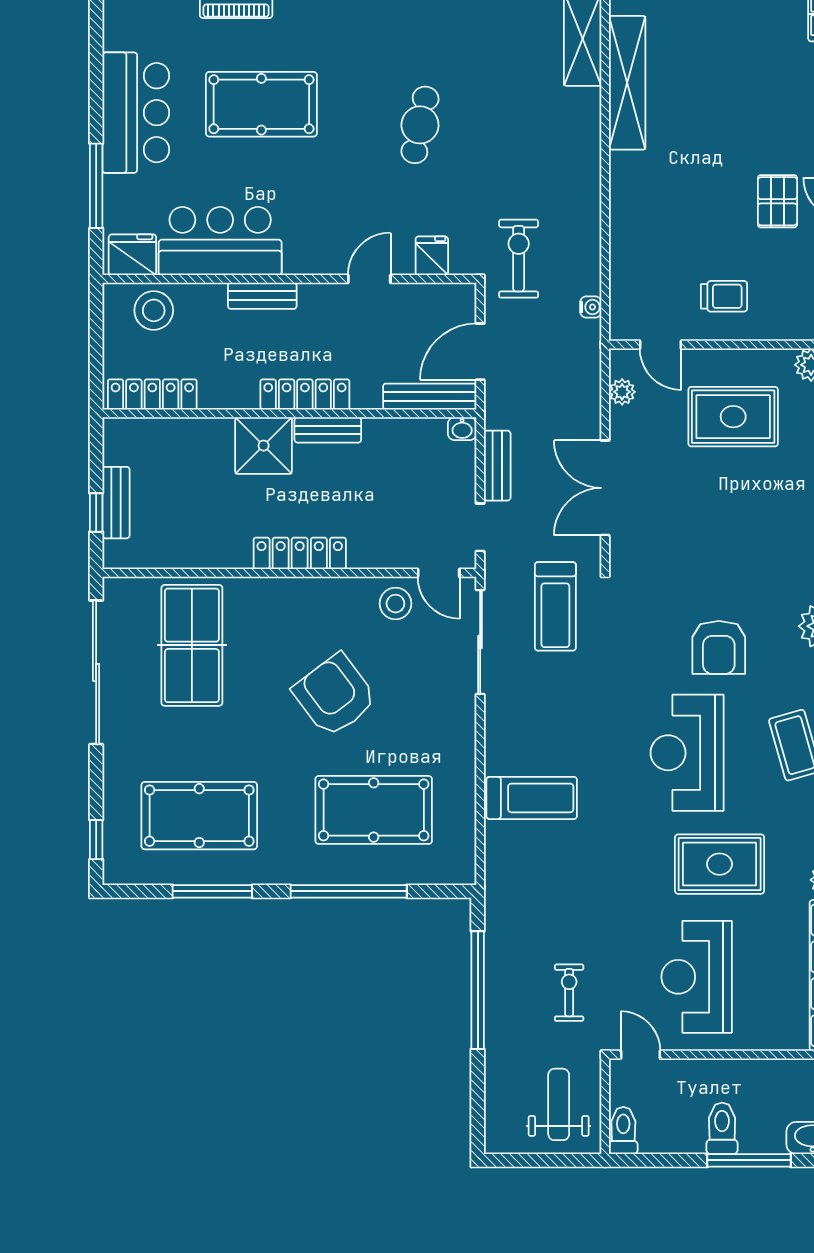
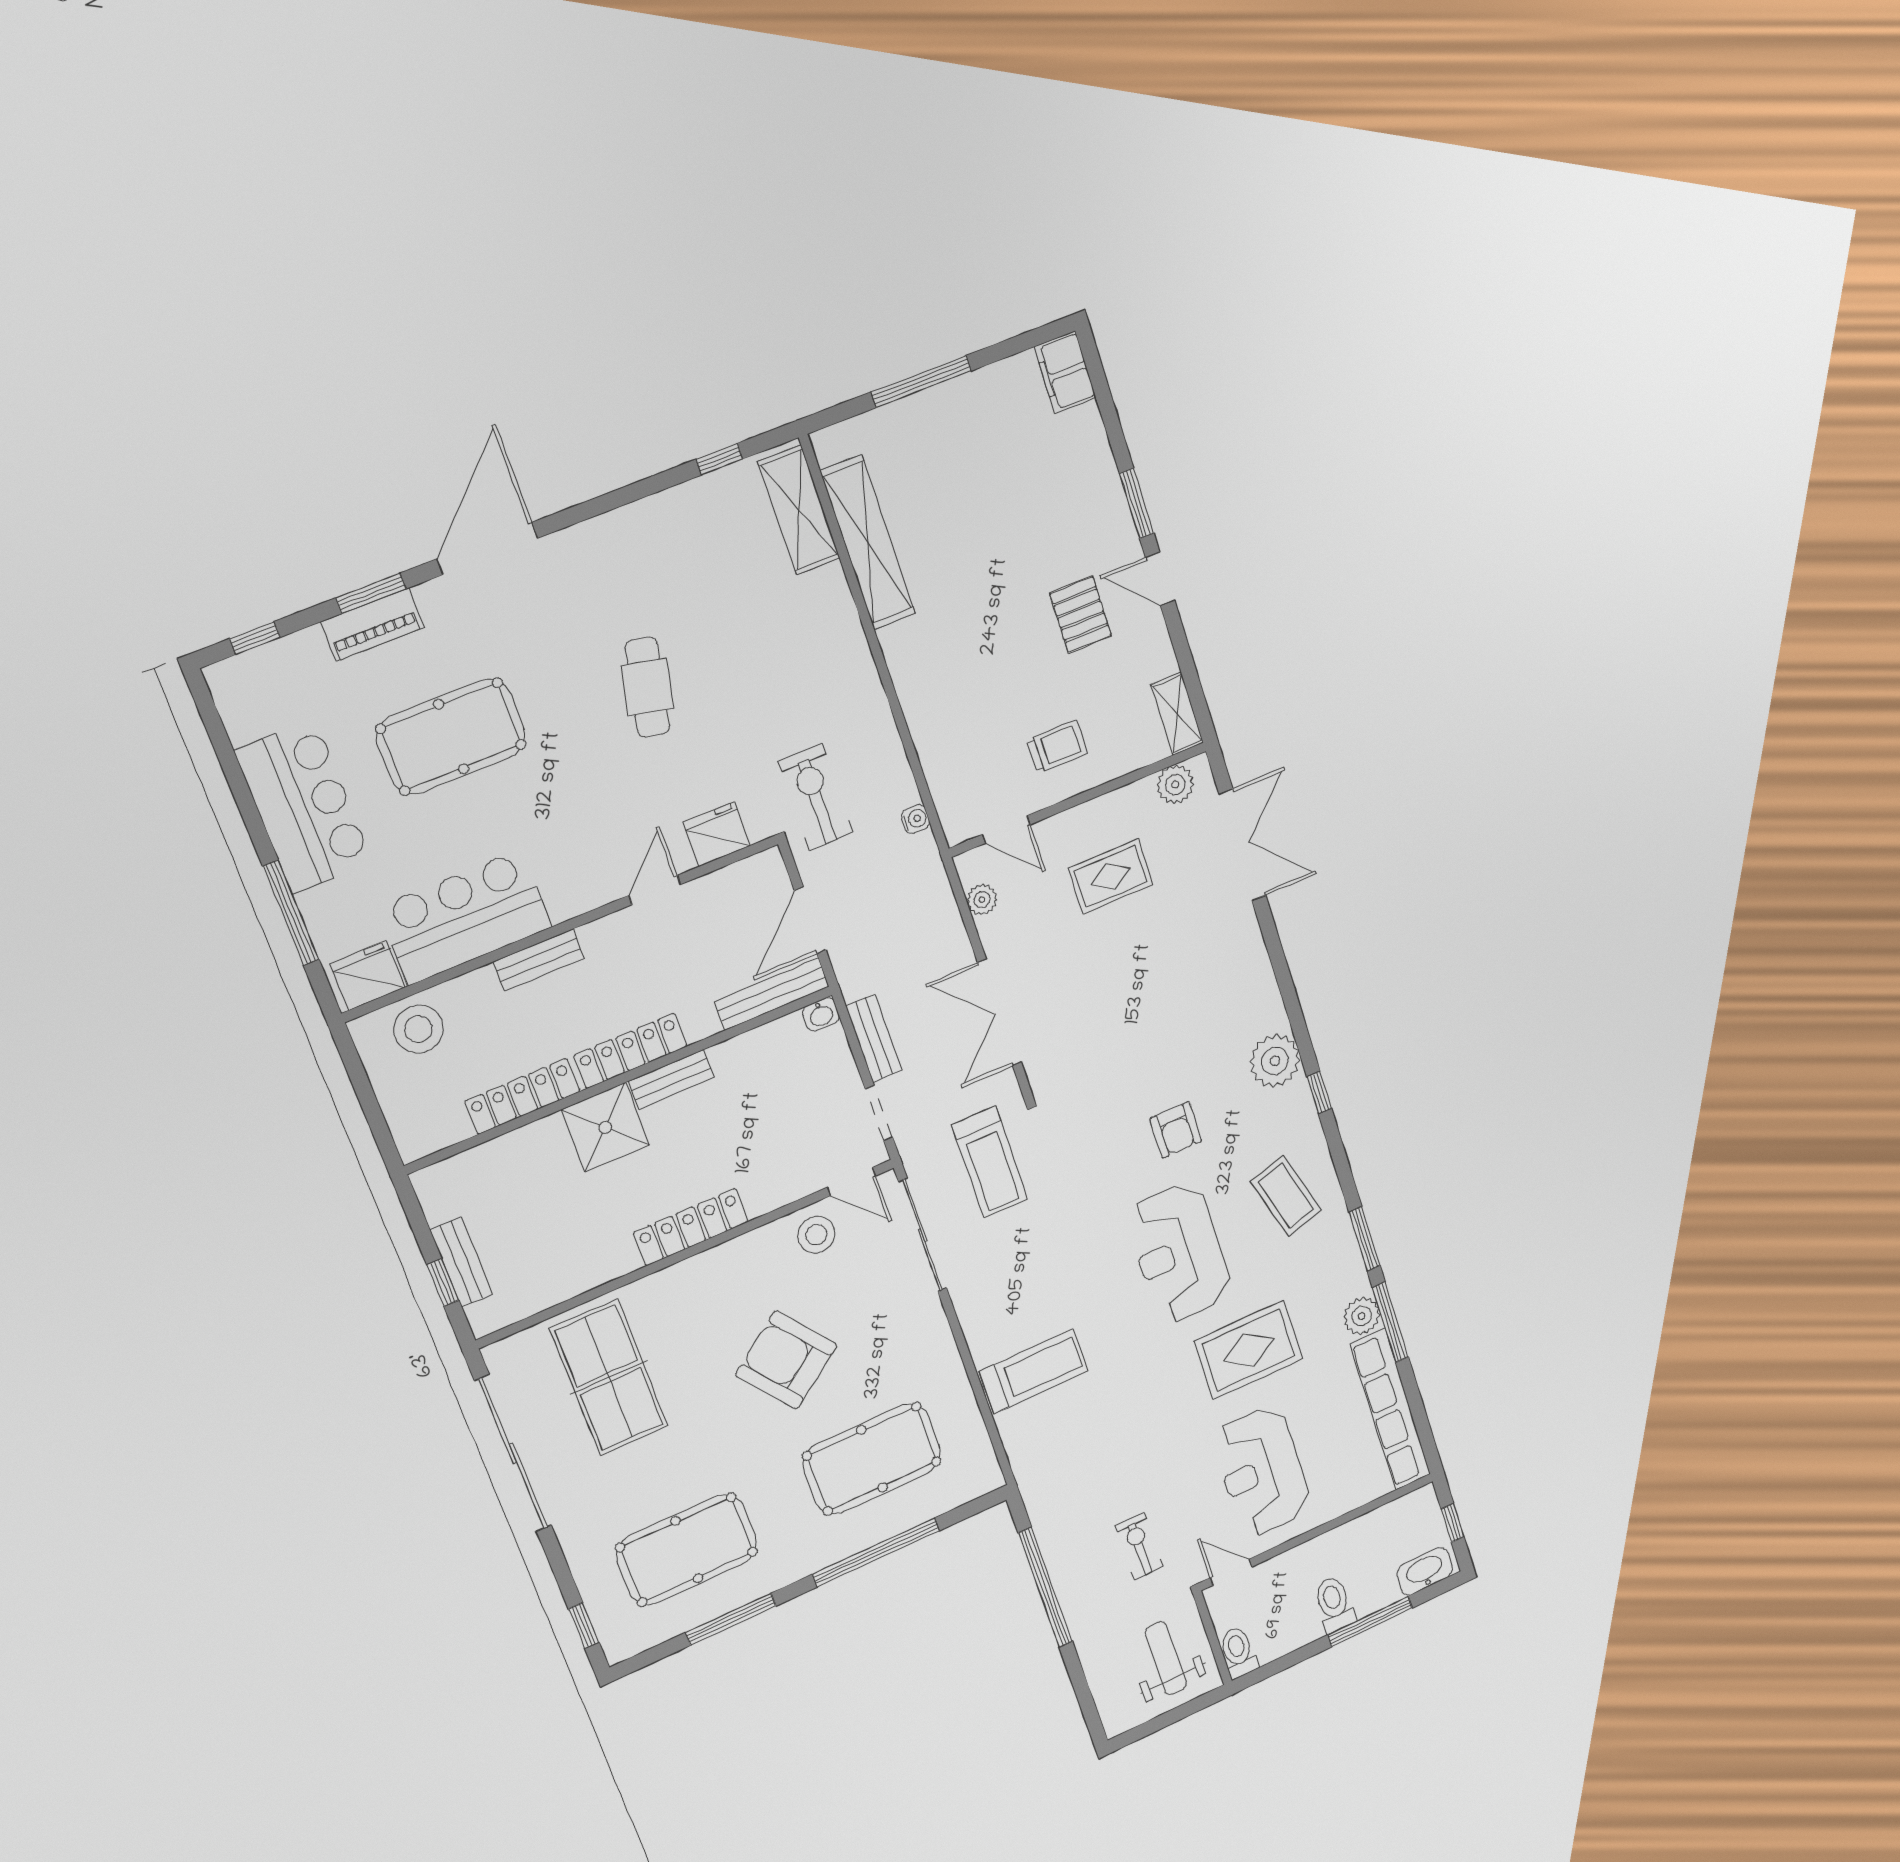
fridge: (432, 256) -> (717, 834), width x1.38
locker: (152, 394) -> (522, 1096), moved
rug: (733, 417) -> (1111, 876), width x0.73, depth x0.70
armchair: (719, 647) -> (1176, 1130), width x0.72, depth x0.72

